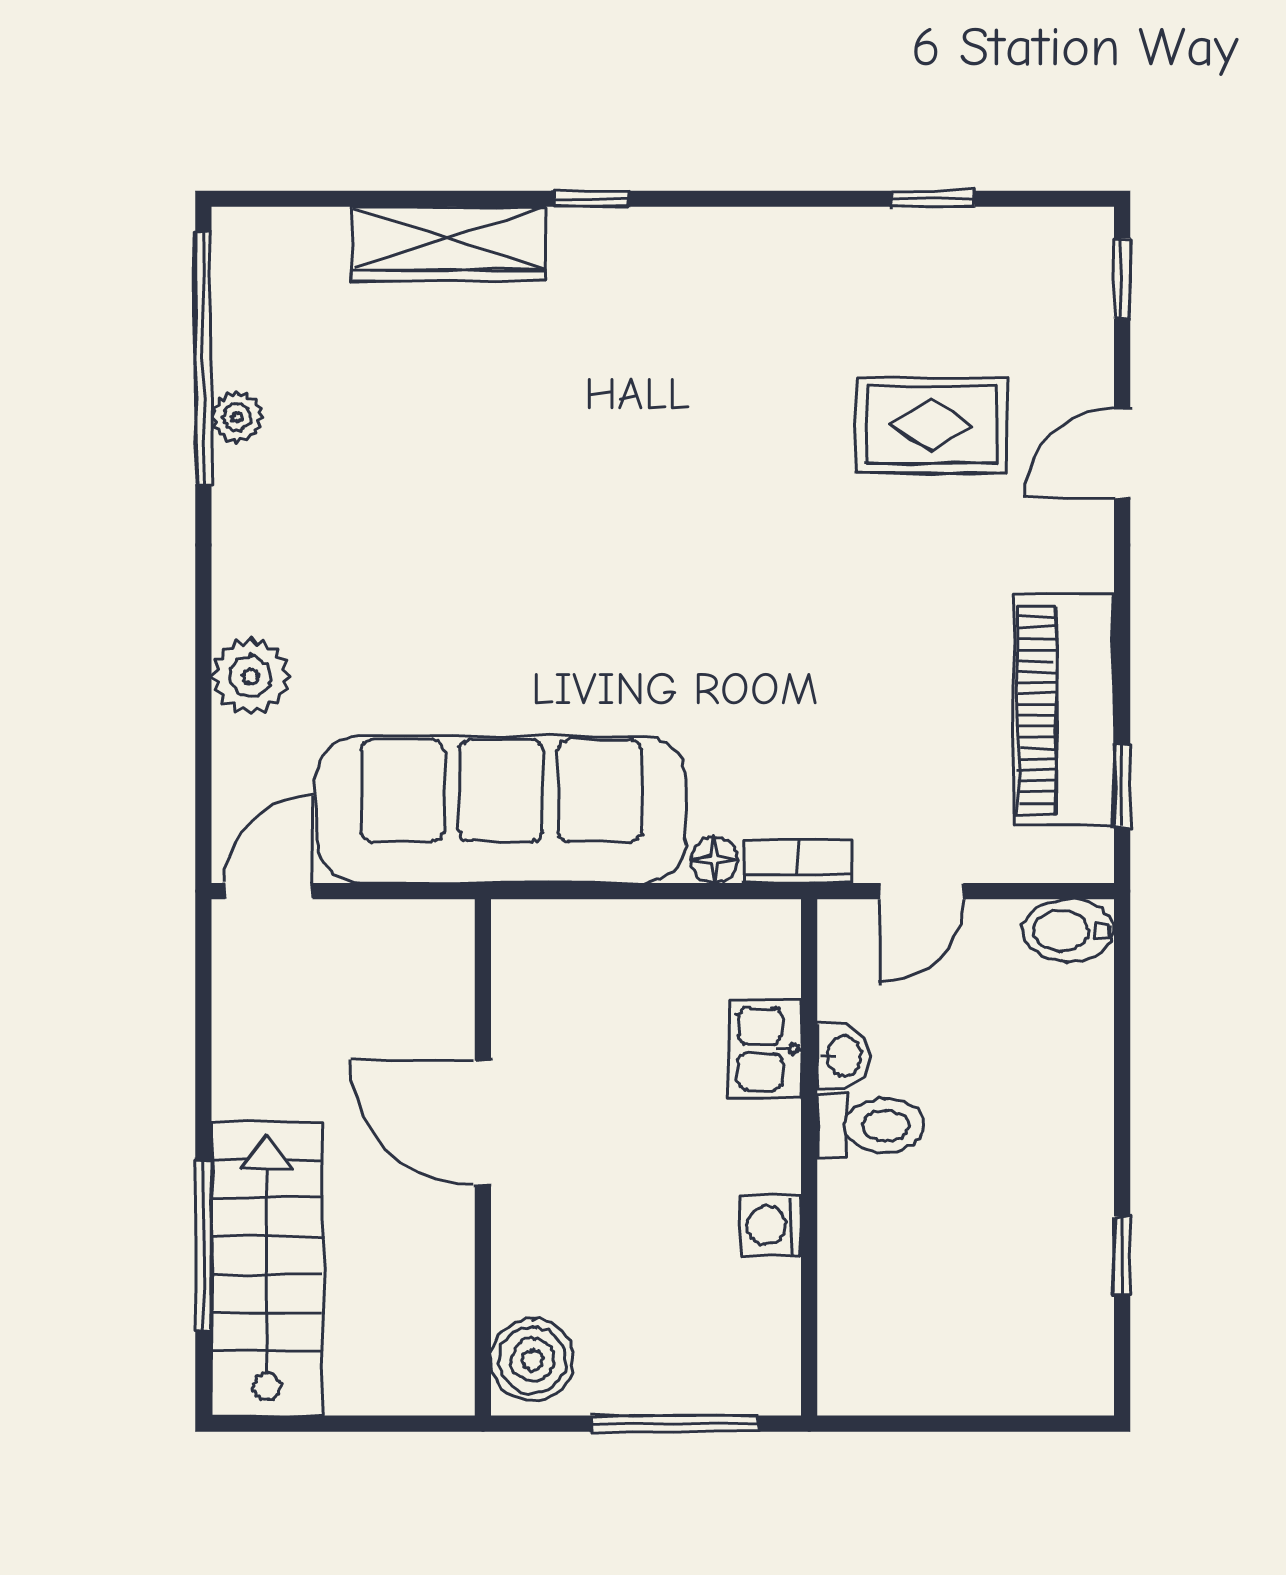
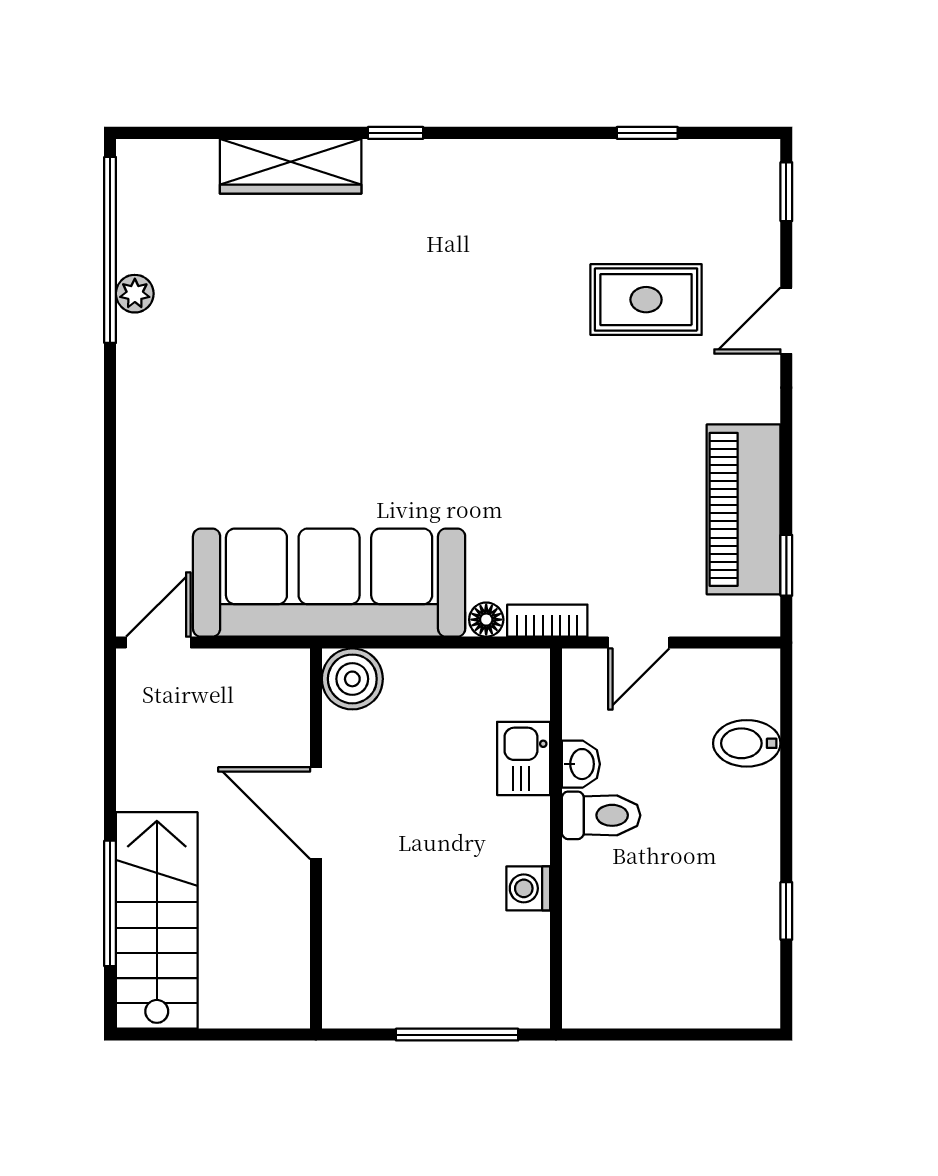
plant: (250, 676) -> (145, 484), removed
bidet: (1068, 931) -> (747, 743), moved
boiler: (532, 1360) -> (352, 679), moved

